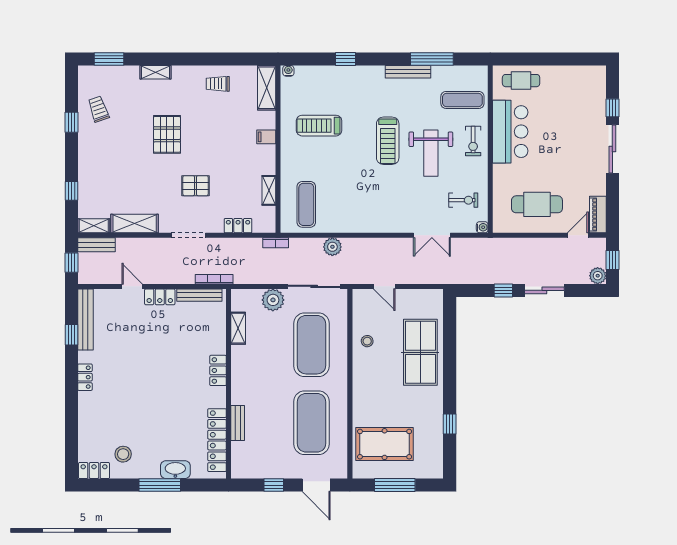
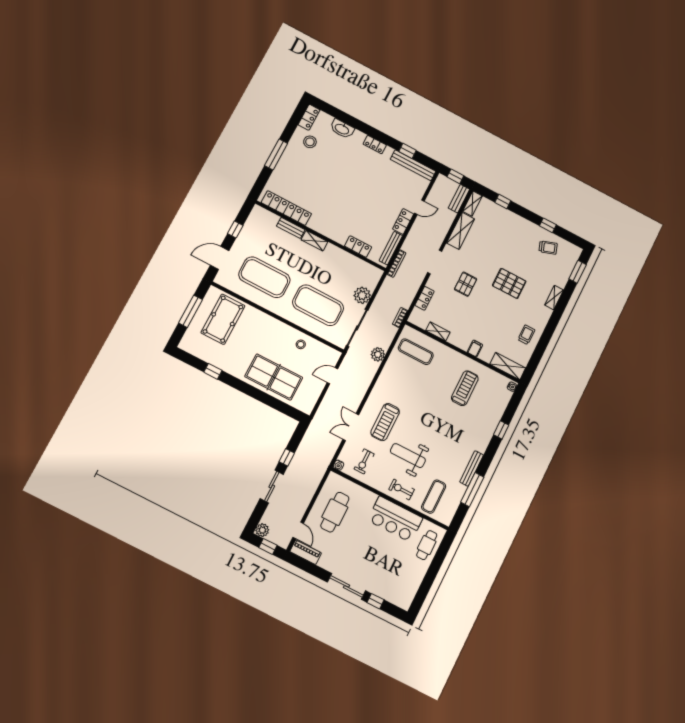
treadmill: (388, 141) -> (385, 422), moved, turned -90
shelving: (238, 328) -> (314, 241), moved
locker: (218, 370) -> (358, 247), moved
washbasin: (175, 470) -> (342, 129), moved, turned 90

